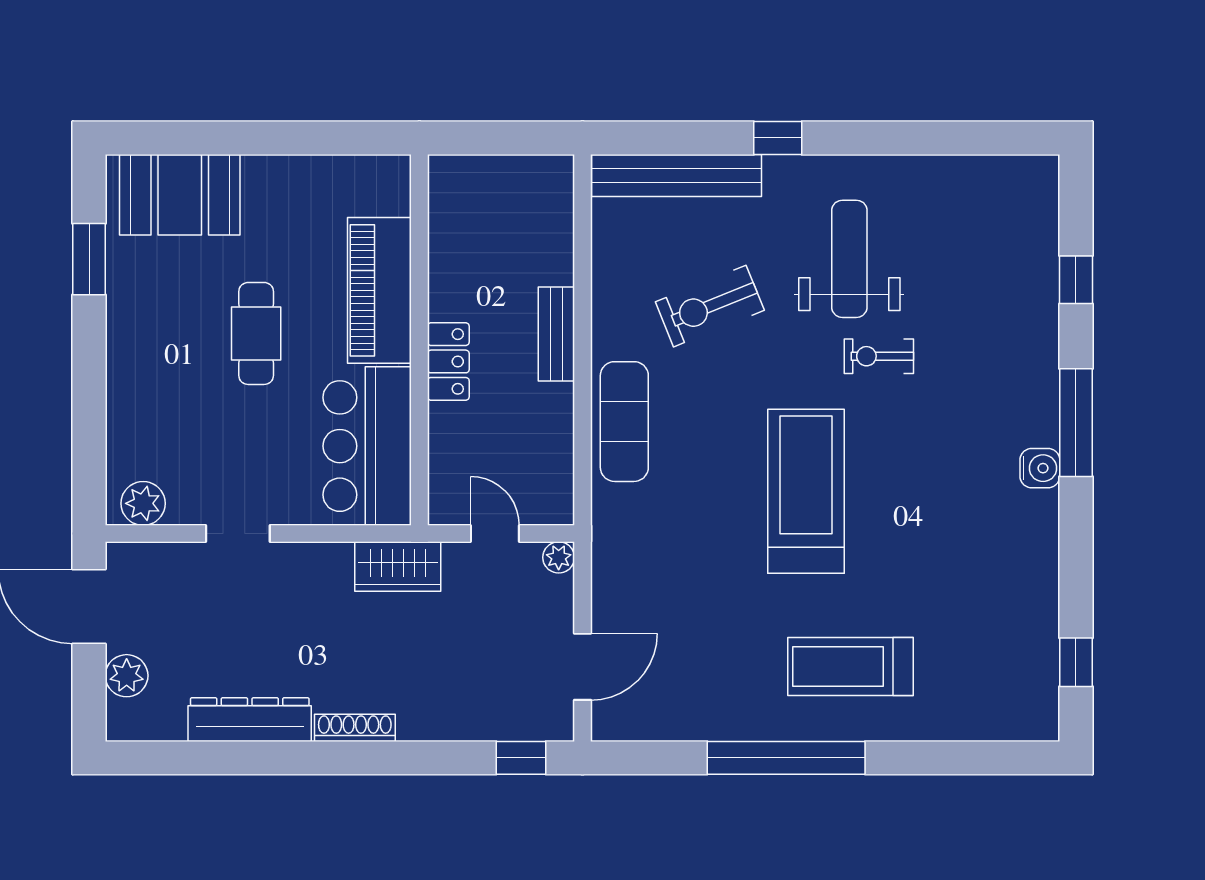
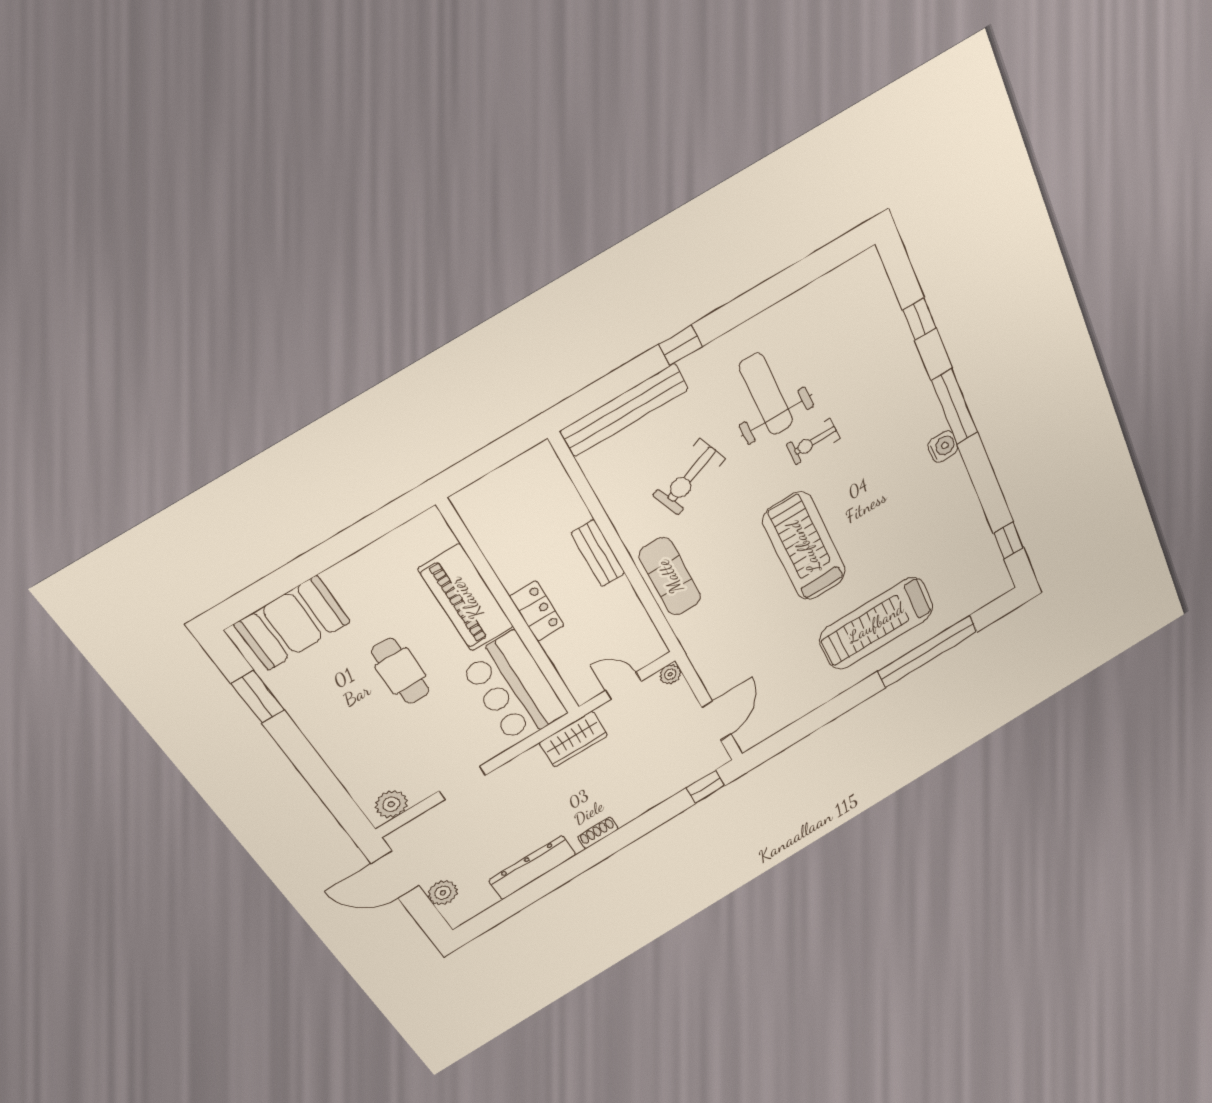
treadmill: (851, 667) -> (876, 623), width x1.37, depth x1.38
shoe rack: (355, 728) -> (598, 833), width x0.70
window: (786, 758) -> (928, 651), moved

